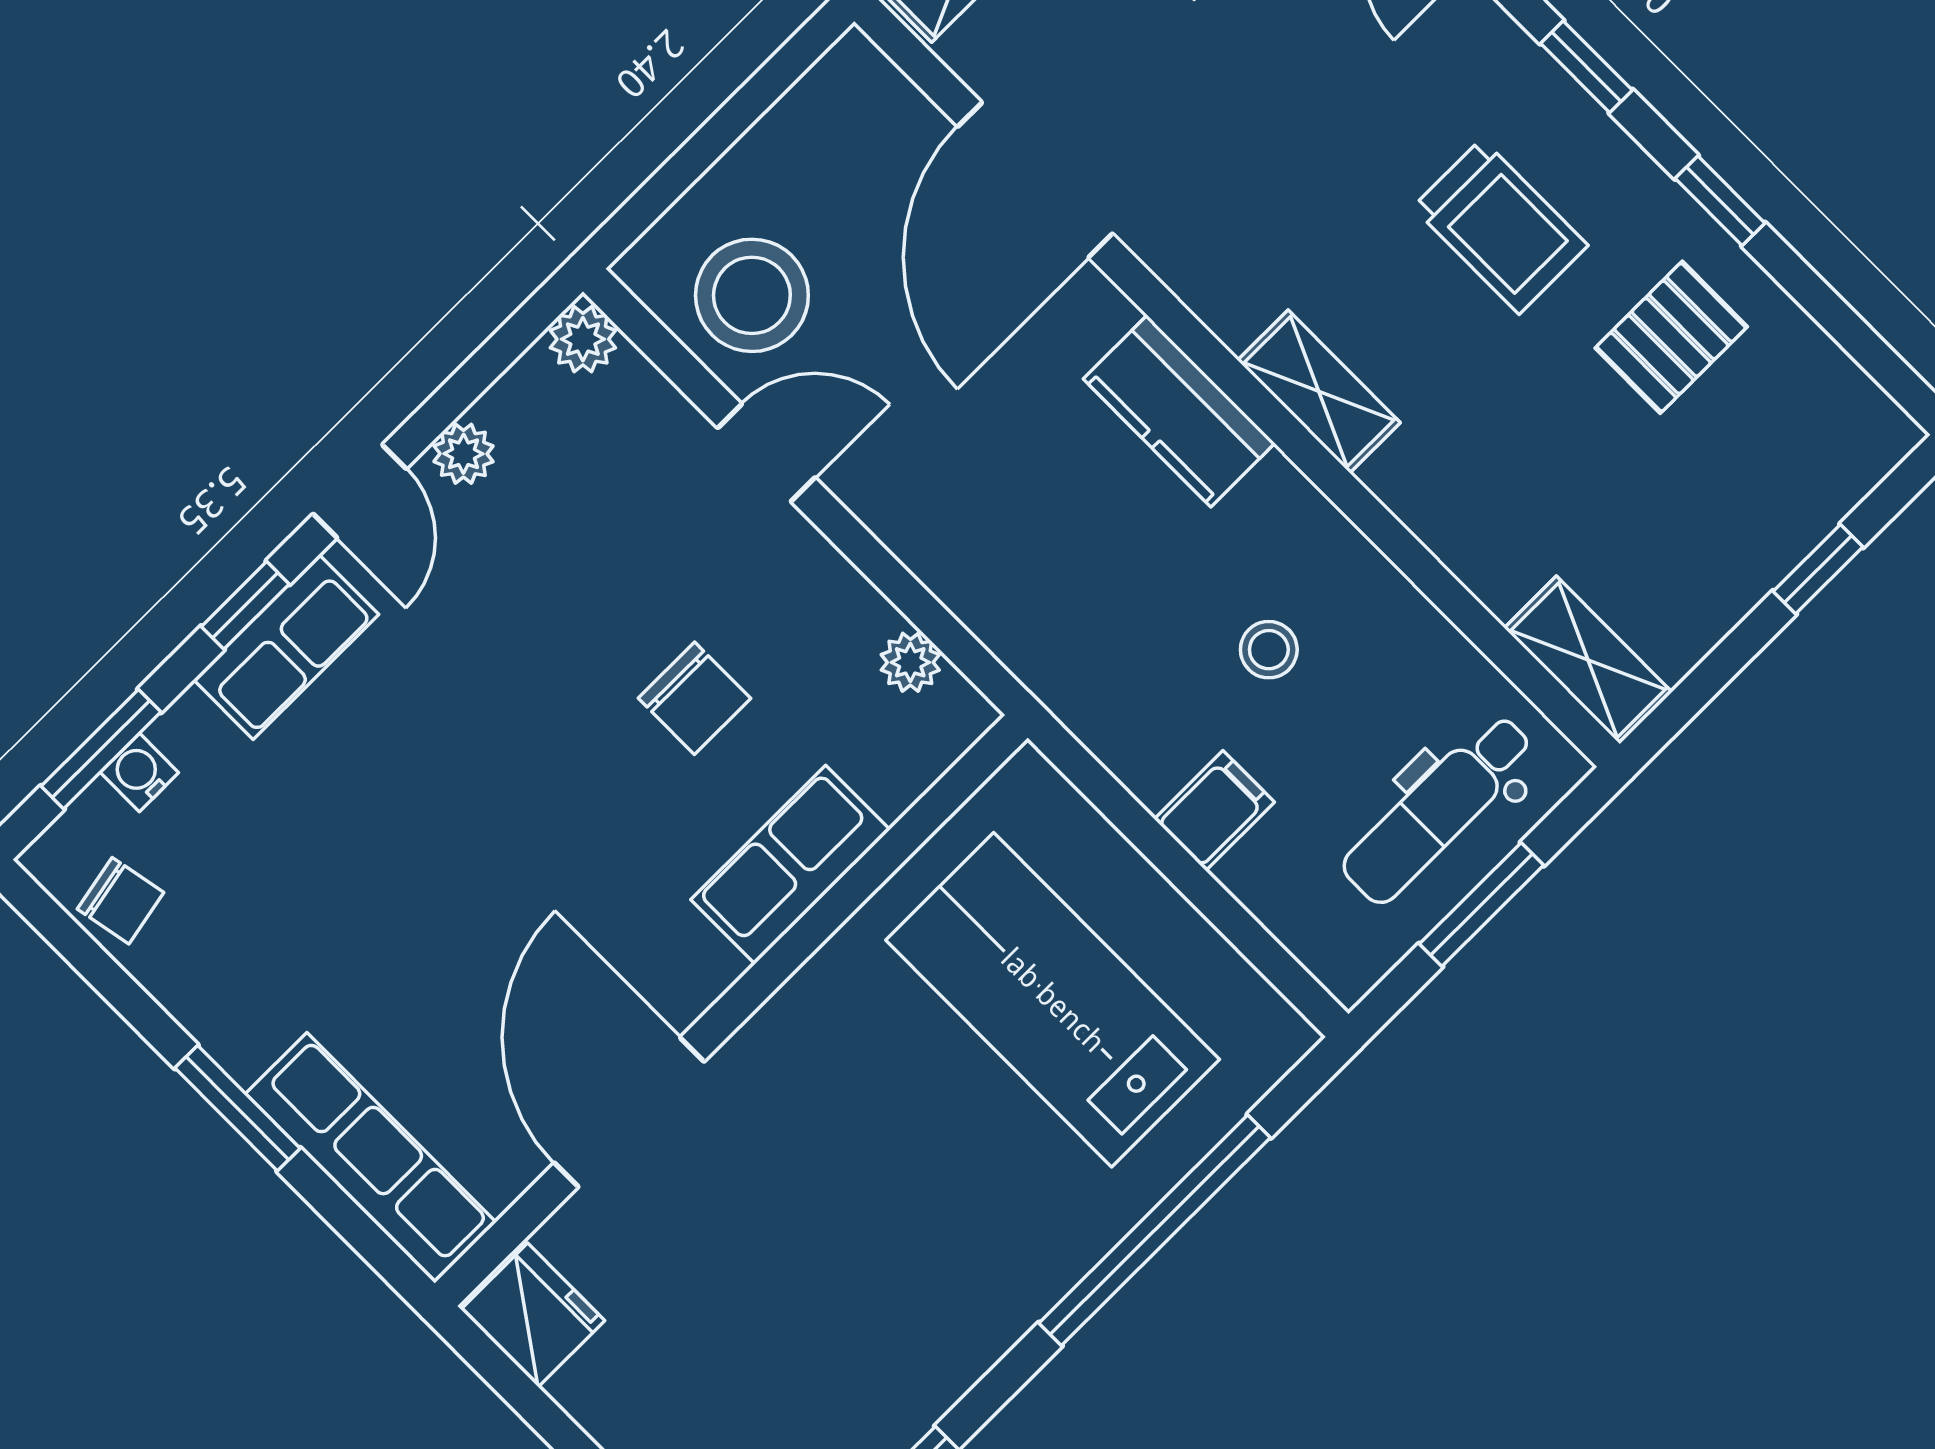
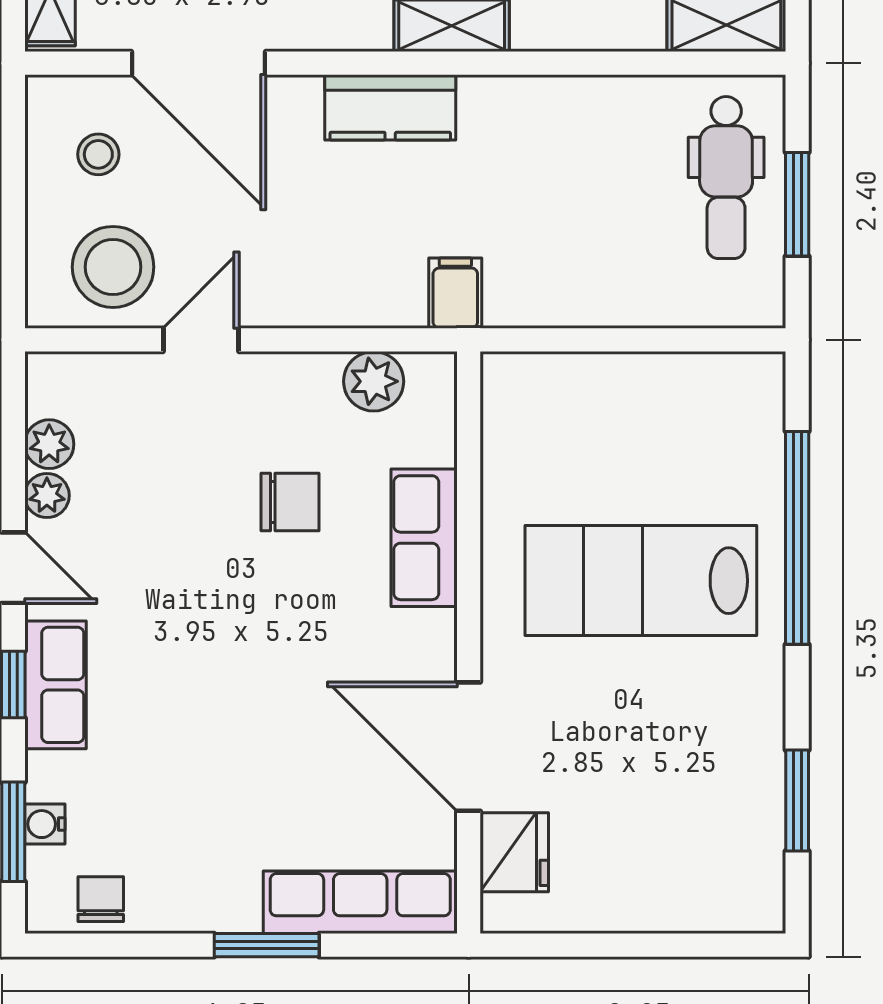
plant: (583, 339) -> (49, 444), moved
stool: (1269, 650) -> (98, 154), moved
plant: (910, 662) -> (374, 381), width x1.38, depth x1.38
filing cabinet: (1214, 811) -> (455, 293), moved
chair: (121, 901) -> (101, 899), turned -79
lab bench: (1053, 1000) -> (641, 581), moved
fridge: (533, 1315) -> (514, 852), moved, turned 90

